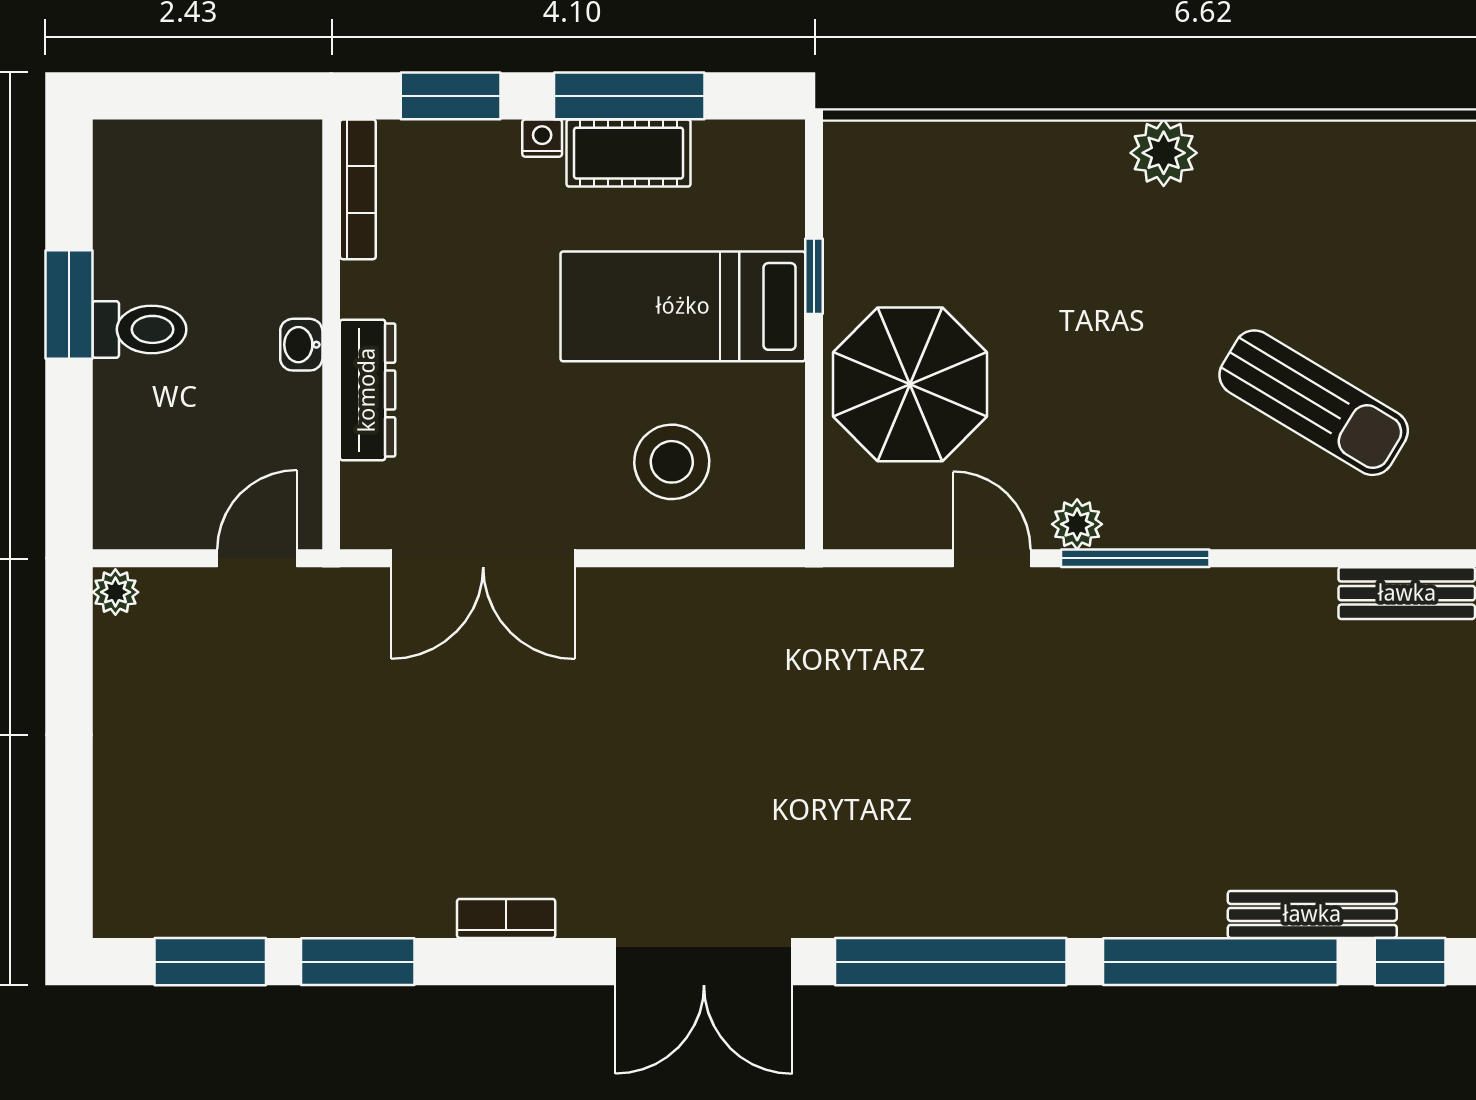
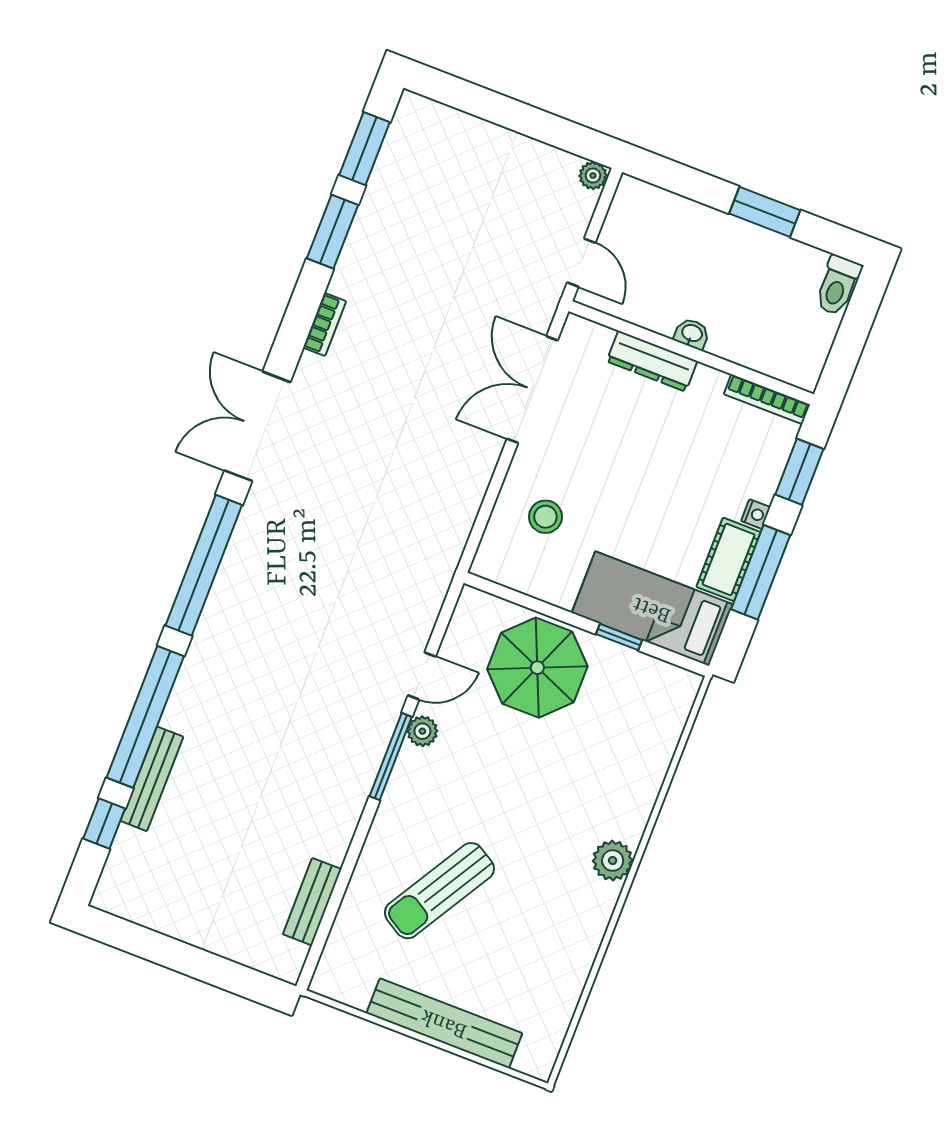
bed: (683, 306) -> (652, 609), moved, turned -90
toilet: (139, 329) -> (838, 285), moved
stool: (672, 462) -> (545, 517), width x0.73, depth x0.73

